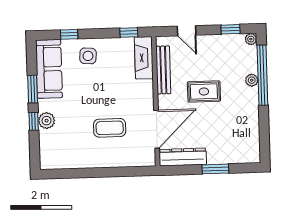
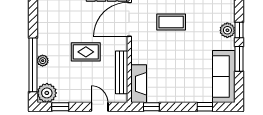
plant: (251, 39) -> (47, 93), width x1.88, depth x1.88
side table: (88, 56) -> (189, 87), removed

